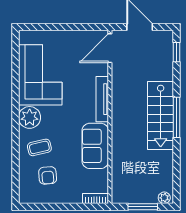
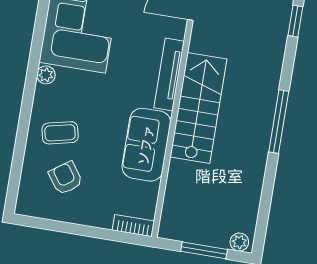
stairs: (161, 115) -> (199, 108), moved, turned 180
plant: (30, 117) -> (46, 75), width x0.53, depth x0.53
armchair: (48, 175) -> (66, 178), turned 150

